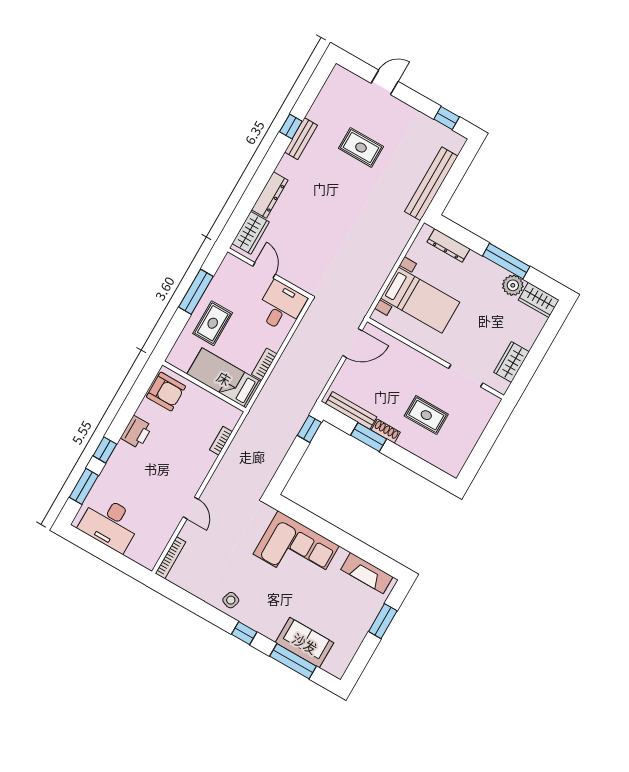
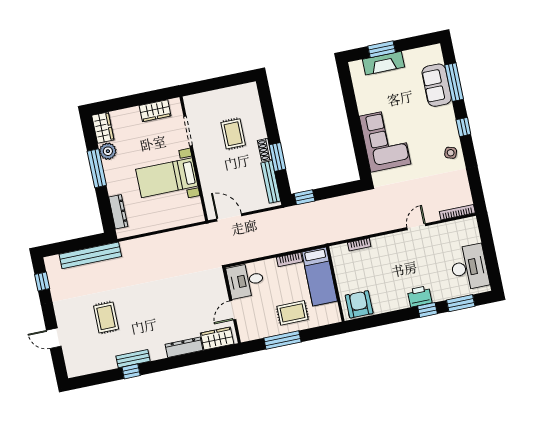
bed with nightstands: (420, 300) -> (167, 178), moved, turned -90
printer: (136, 432) -> (420, 296), moved
fireplace: (367, 573) -> (383, 63), moved, turned 90

